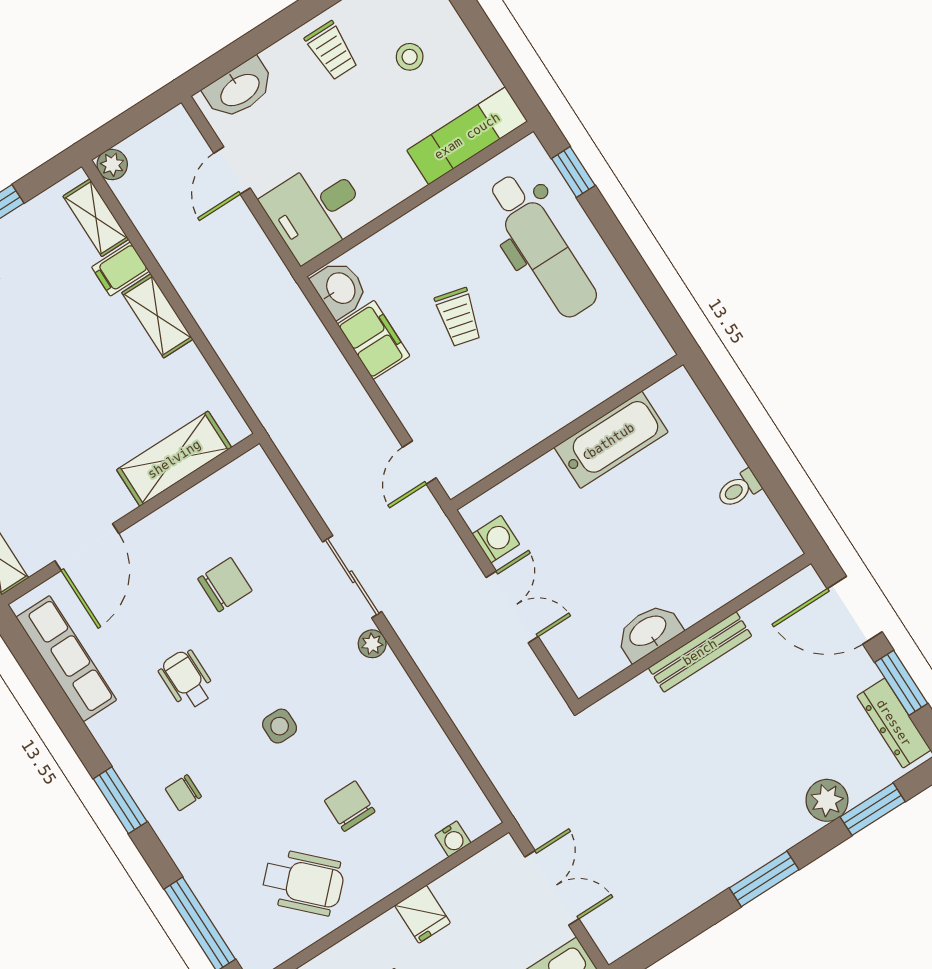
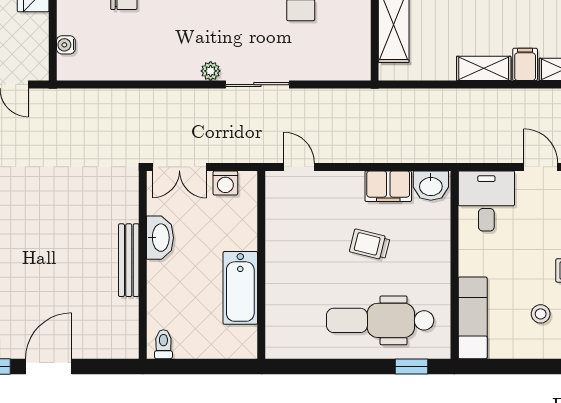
wall: (695, 631) -> (143, 265), moved
washbasin: (648, 632) -> (160, 238), moved
bench: (700, 652) -> (129, 260), moved

